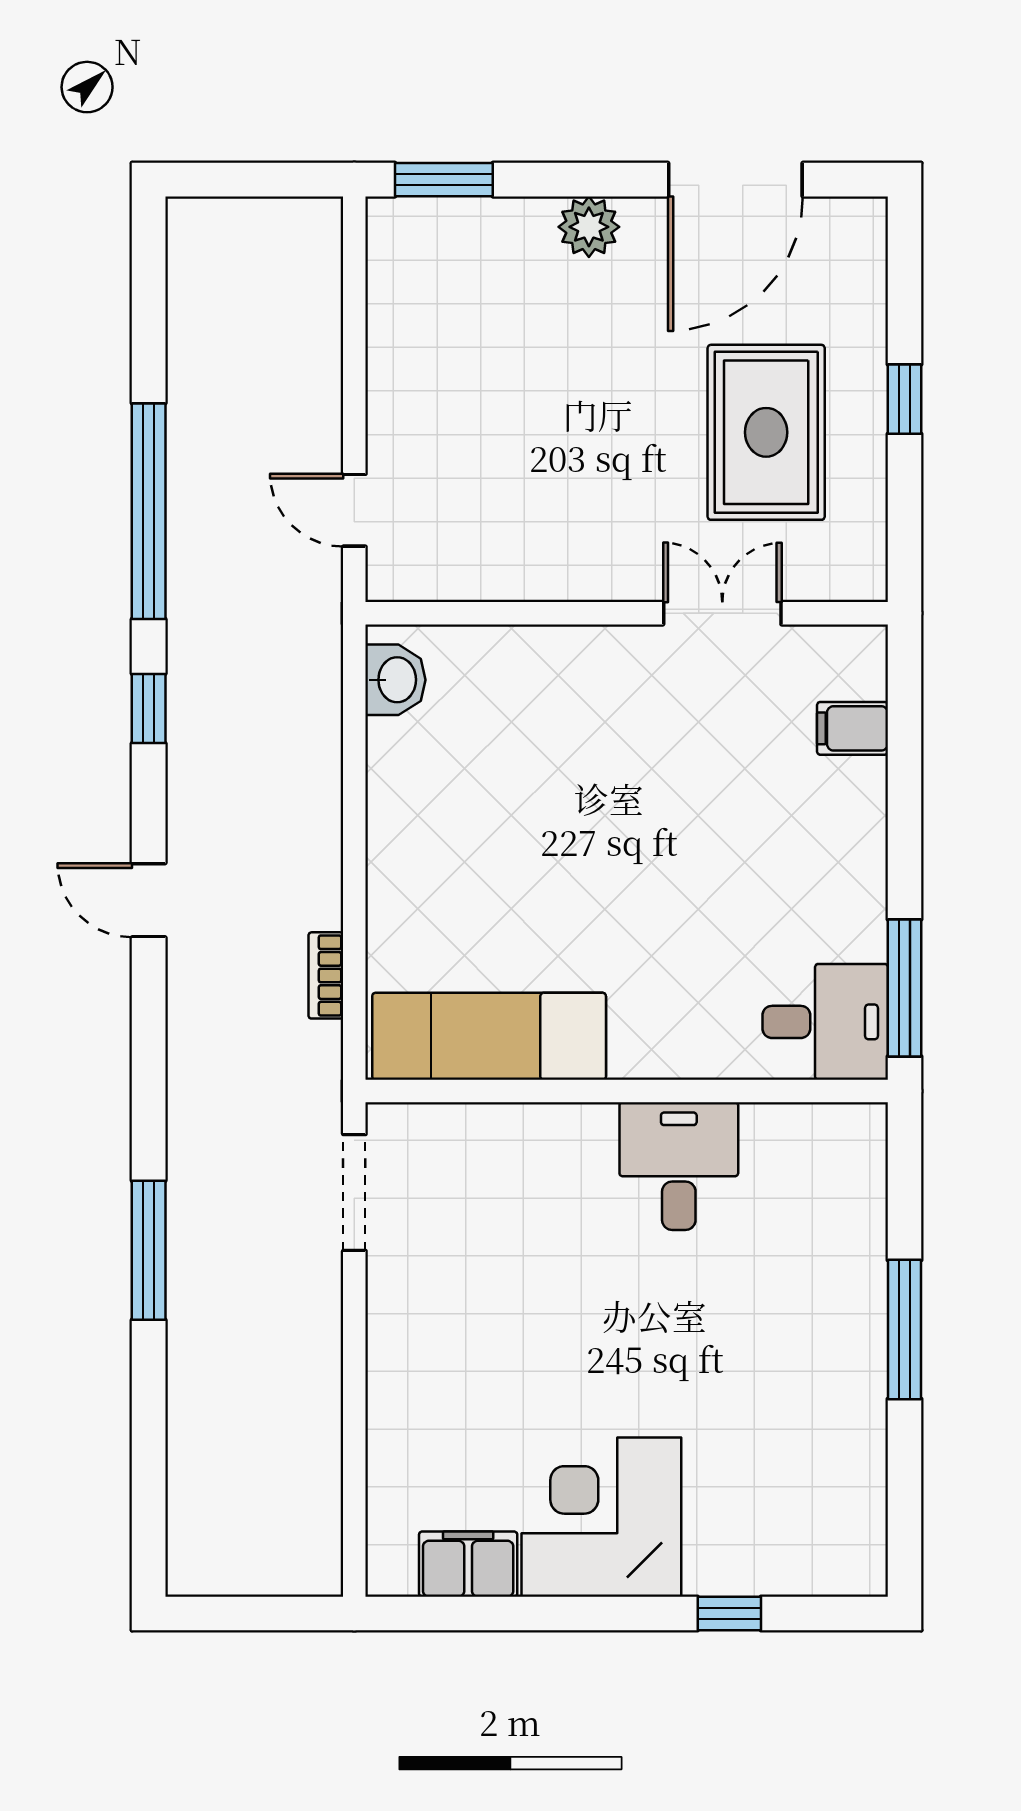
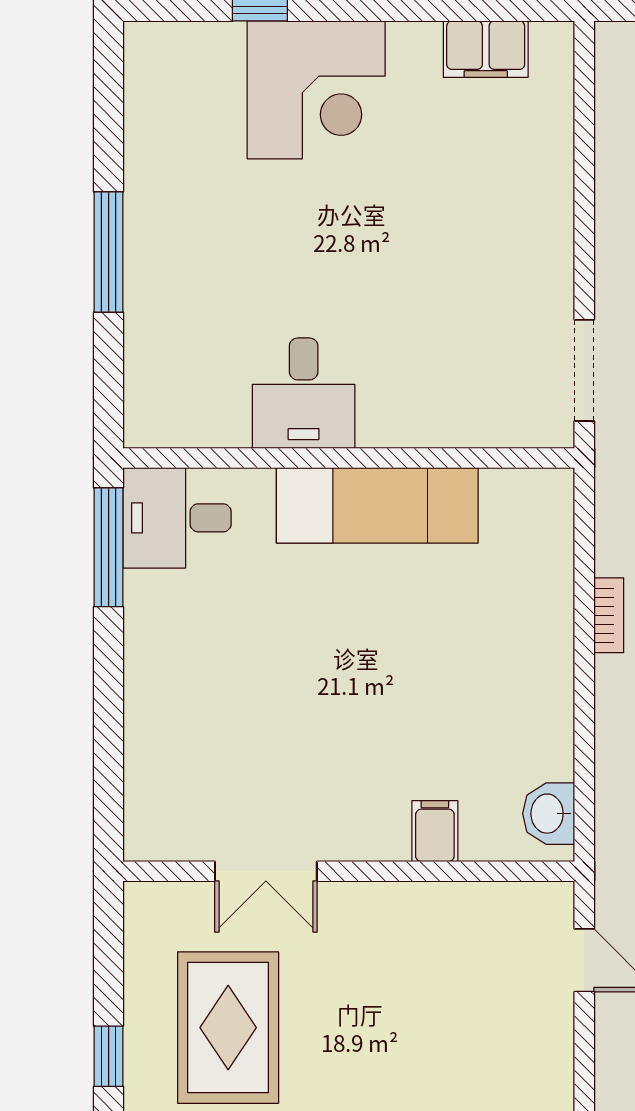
filing cabinet: (852, 728) -> (435, 831), moved, turned -90
bookcase: (326, 975) -> (609, 615), moved
exam couch: (489, 1036) -> (377, 505), moved
corner desk: (601, 1517) -> (316, 90), moved

